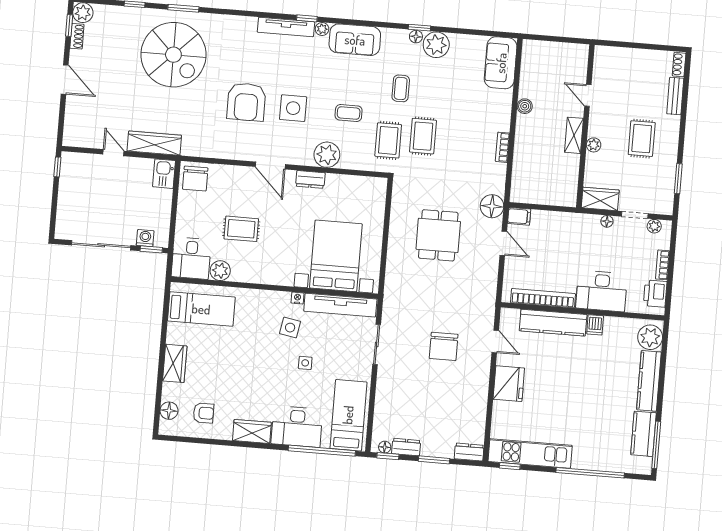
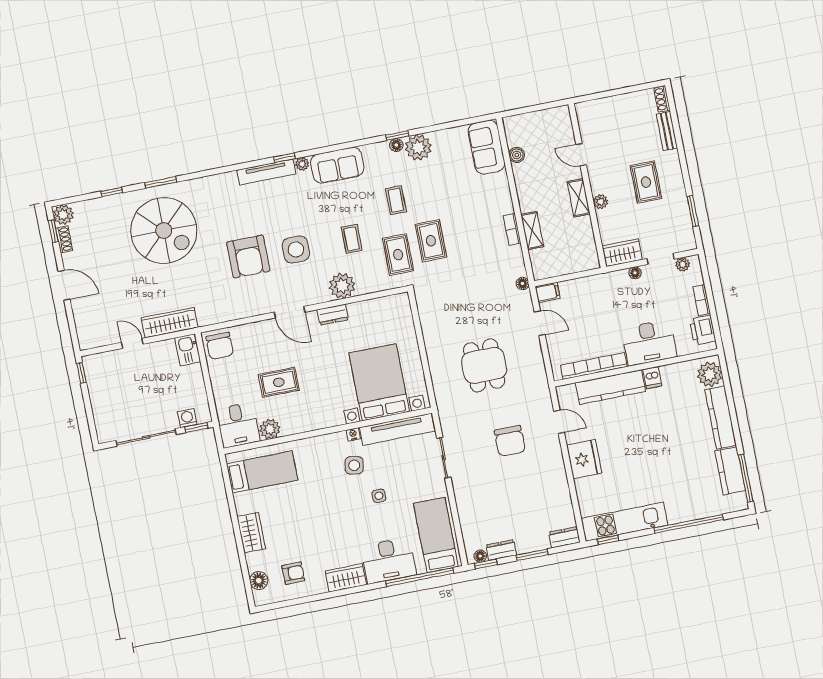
boiler: (525, 106) -> (517, 155), moved
coffee table: (349, 113) -> (352, 239), turned 90
shelving: (521, 154) -> (532, 231), added
floor lamp: (492, 206) -> (523, 283), width x0.53, depth x0.53
dining table: (438, 235) -> (484, 365), moved

